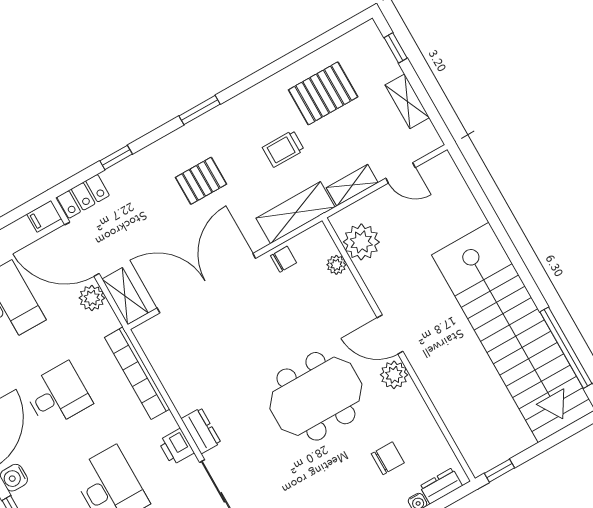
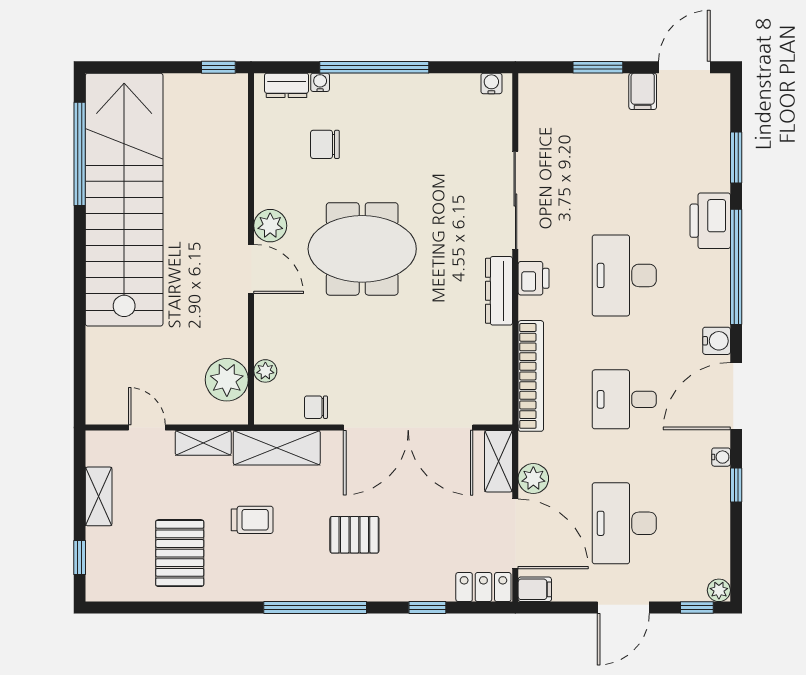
pallet: (323, 93) -> (180, 553), turned 90
window: (200, 110) -> (315, 608), width x2.11
dresser: (201, 431) -> (499, 291), width x1.44

